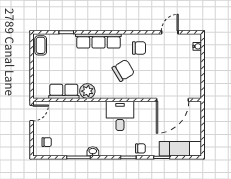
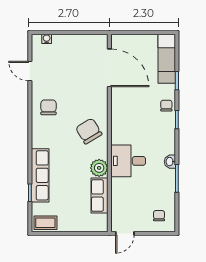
row of seats: (98, 41) -> (40, 175), moved
chair: (123, 70) -> (89, 131), moved
door: (32, 113) -> (125, 233), swing flipped
desk: (120, 116) -> (128, 161), moved

